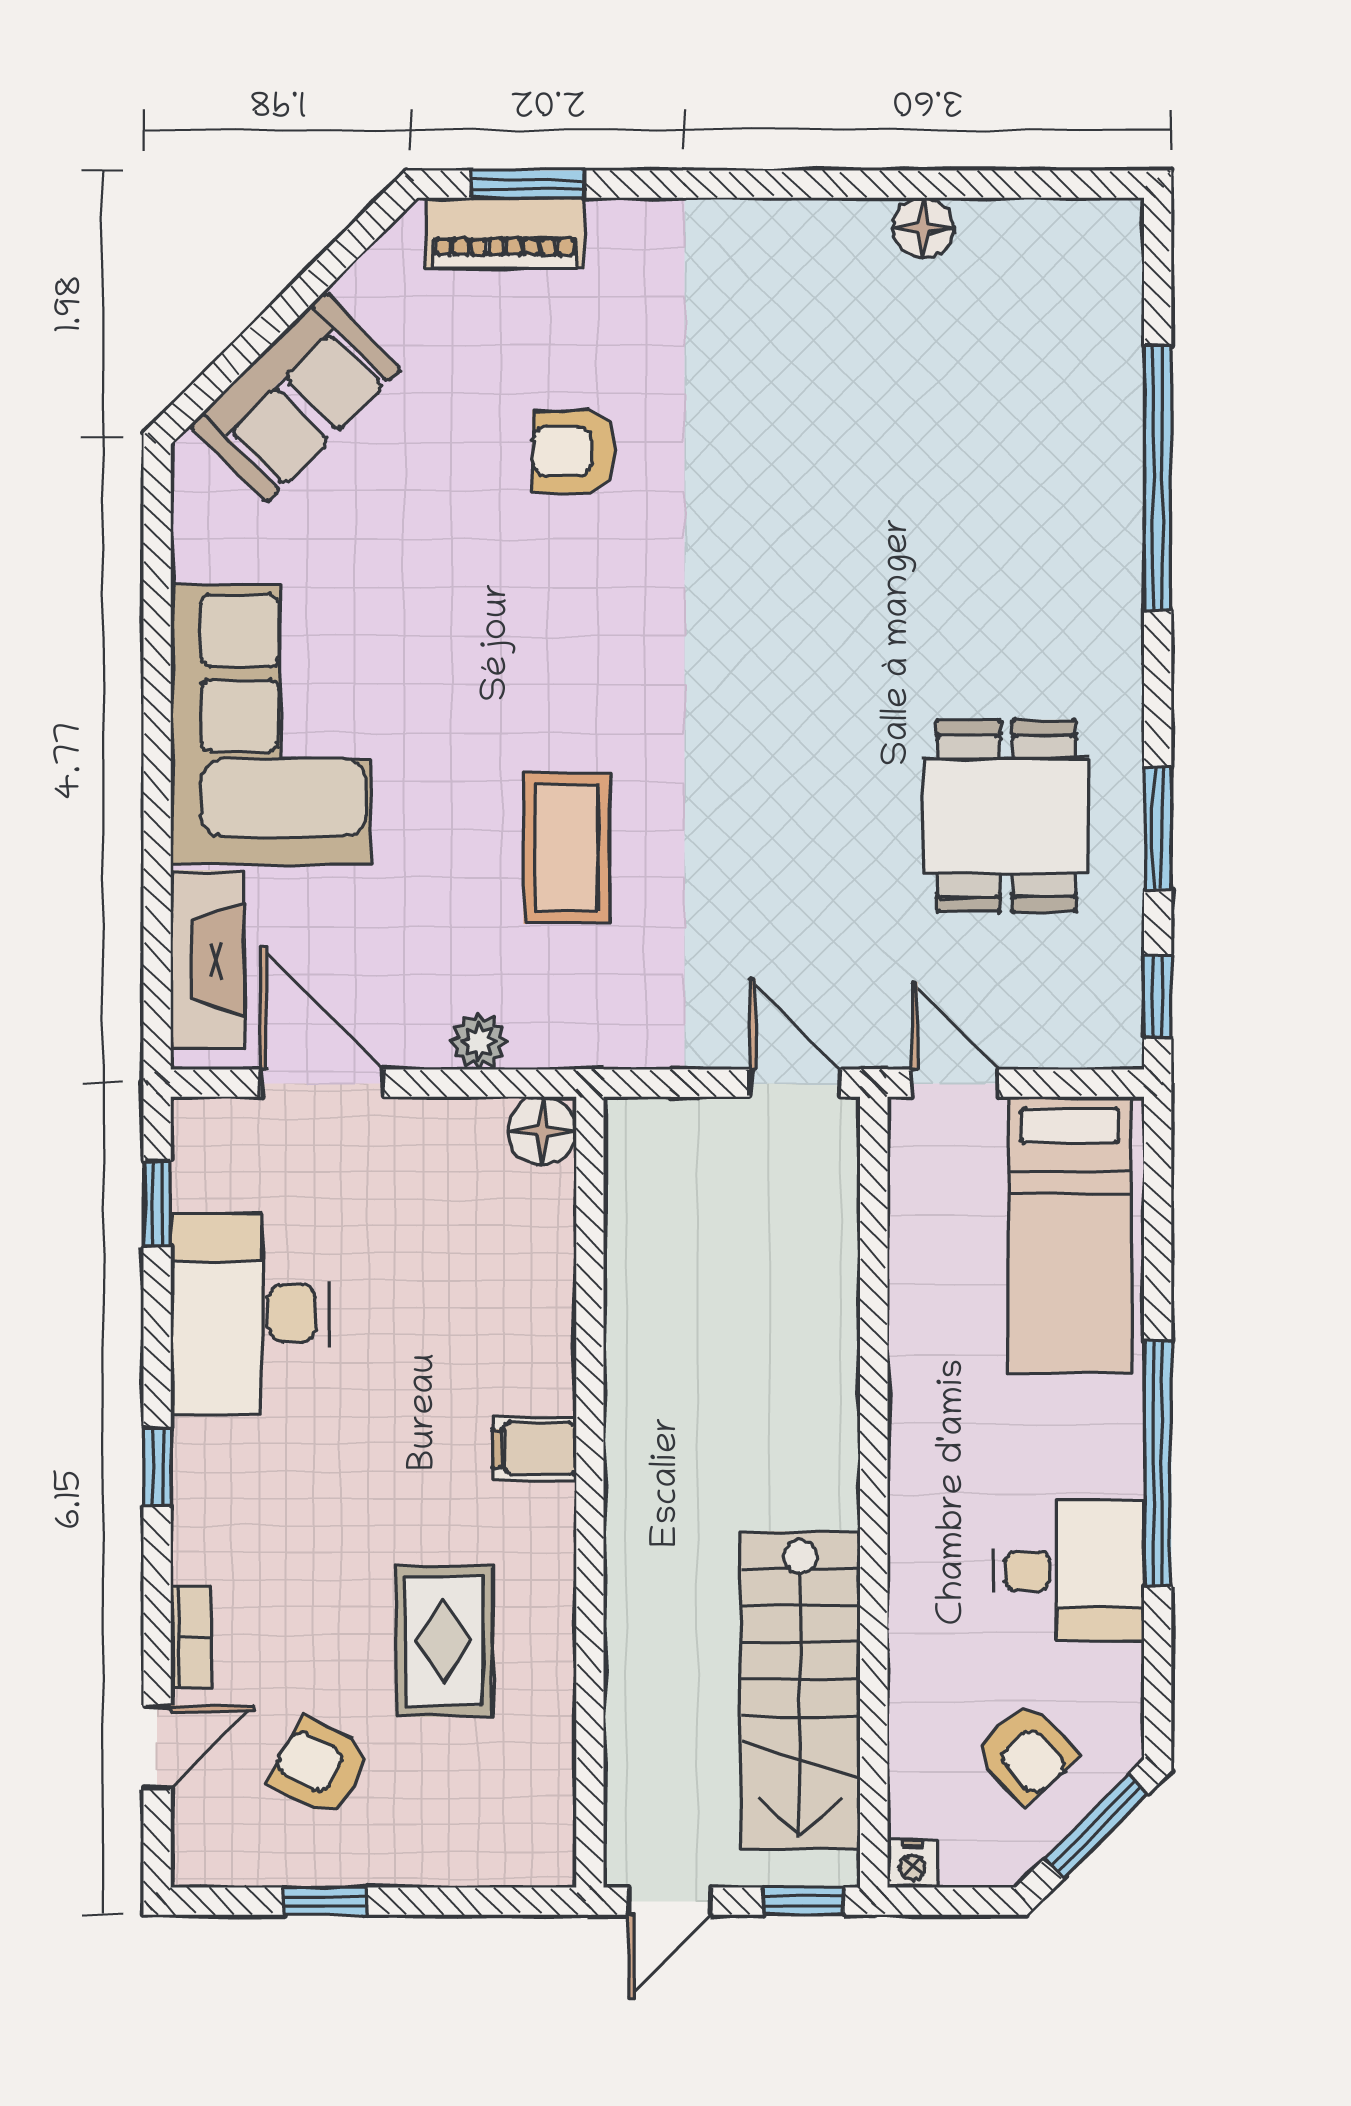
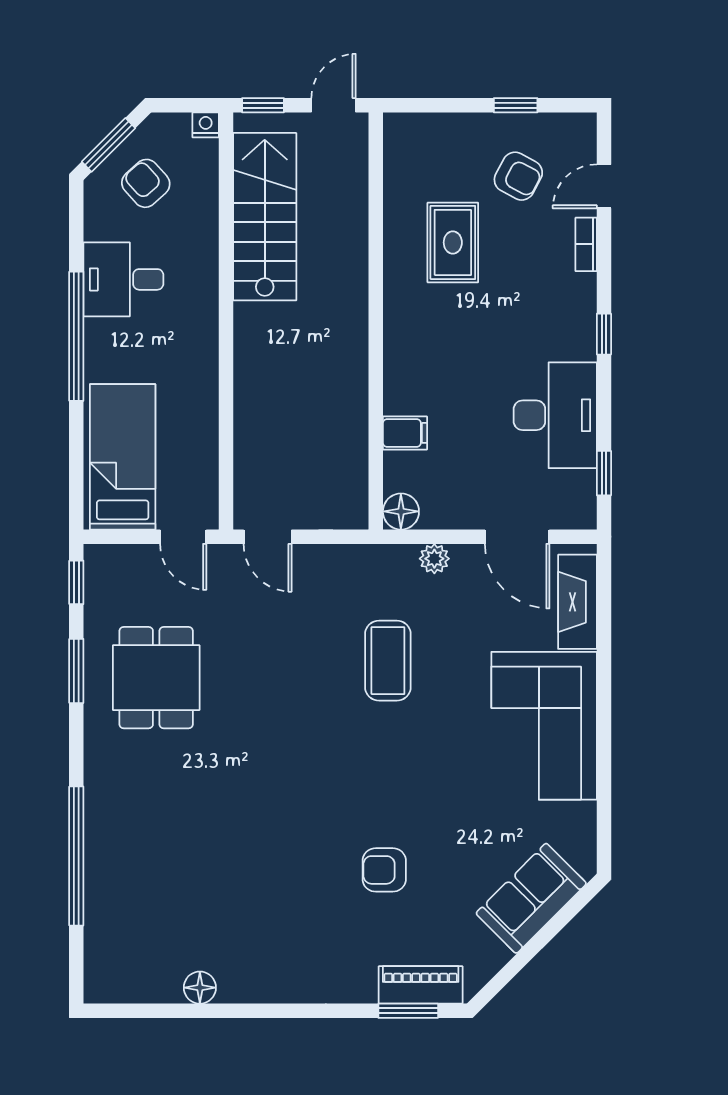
armchair: (574, 451) -> (384, 870), turned 180
filing cabinet: (534, 1448) -> (405, 433), moved

